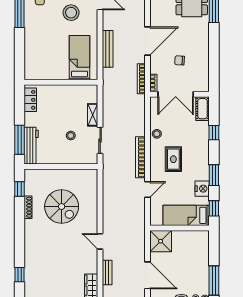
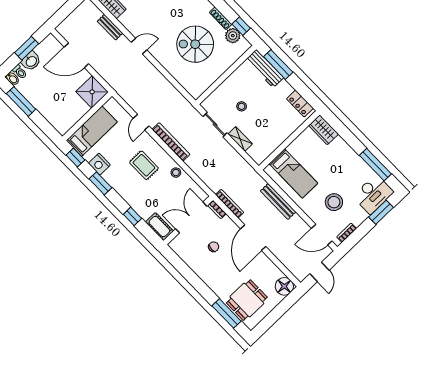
wardrobe: (32, 67) -> (323, 130), added
plant: (31, 188) -> (233, 36), added

